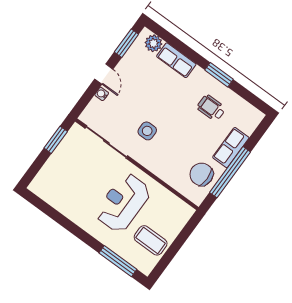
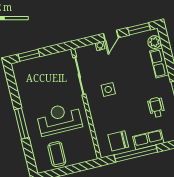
window: (56, 140) -> (29, 55), moved
chair: (201, 174) -> (118, 141), turned -90
window: (118, 261) -> (22, 124), moved

